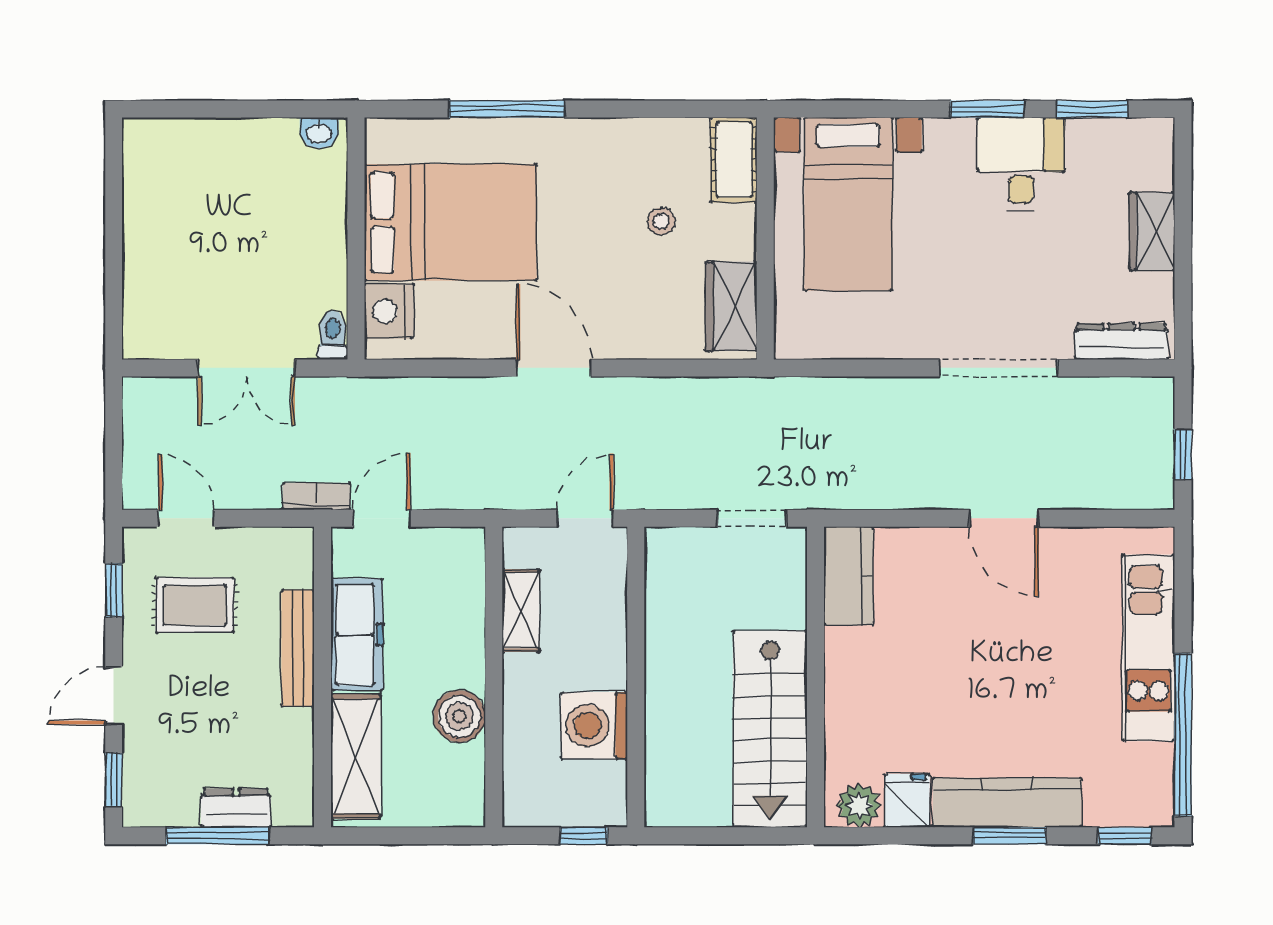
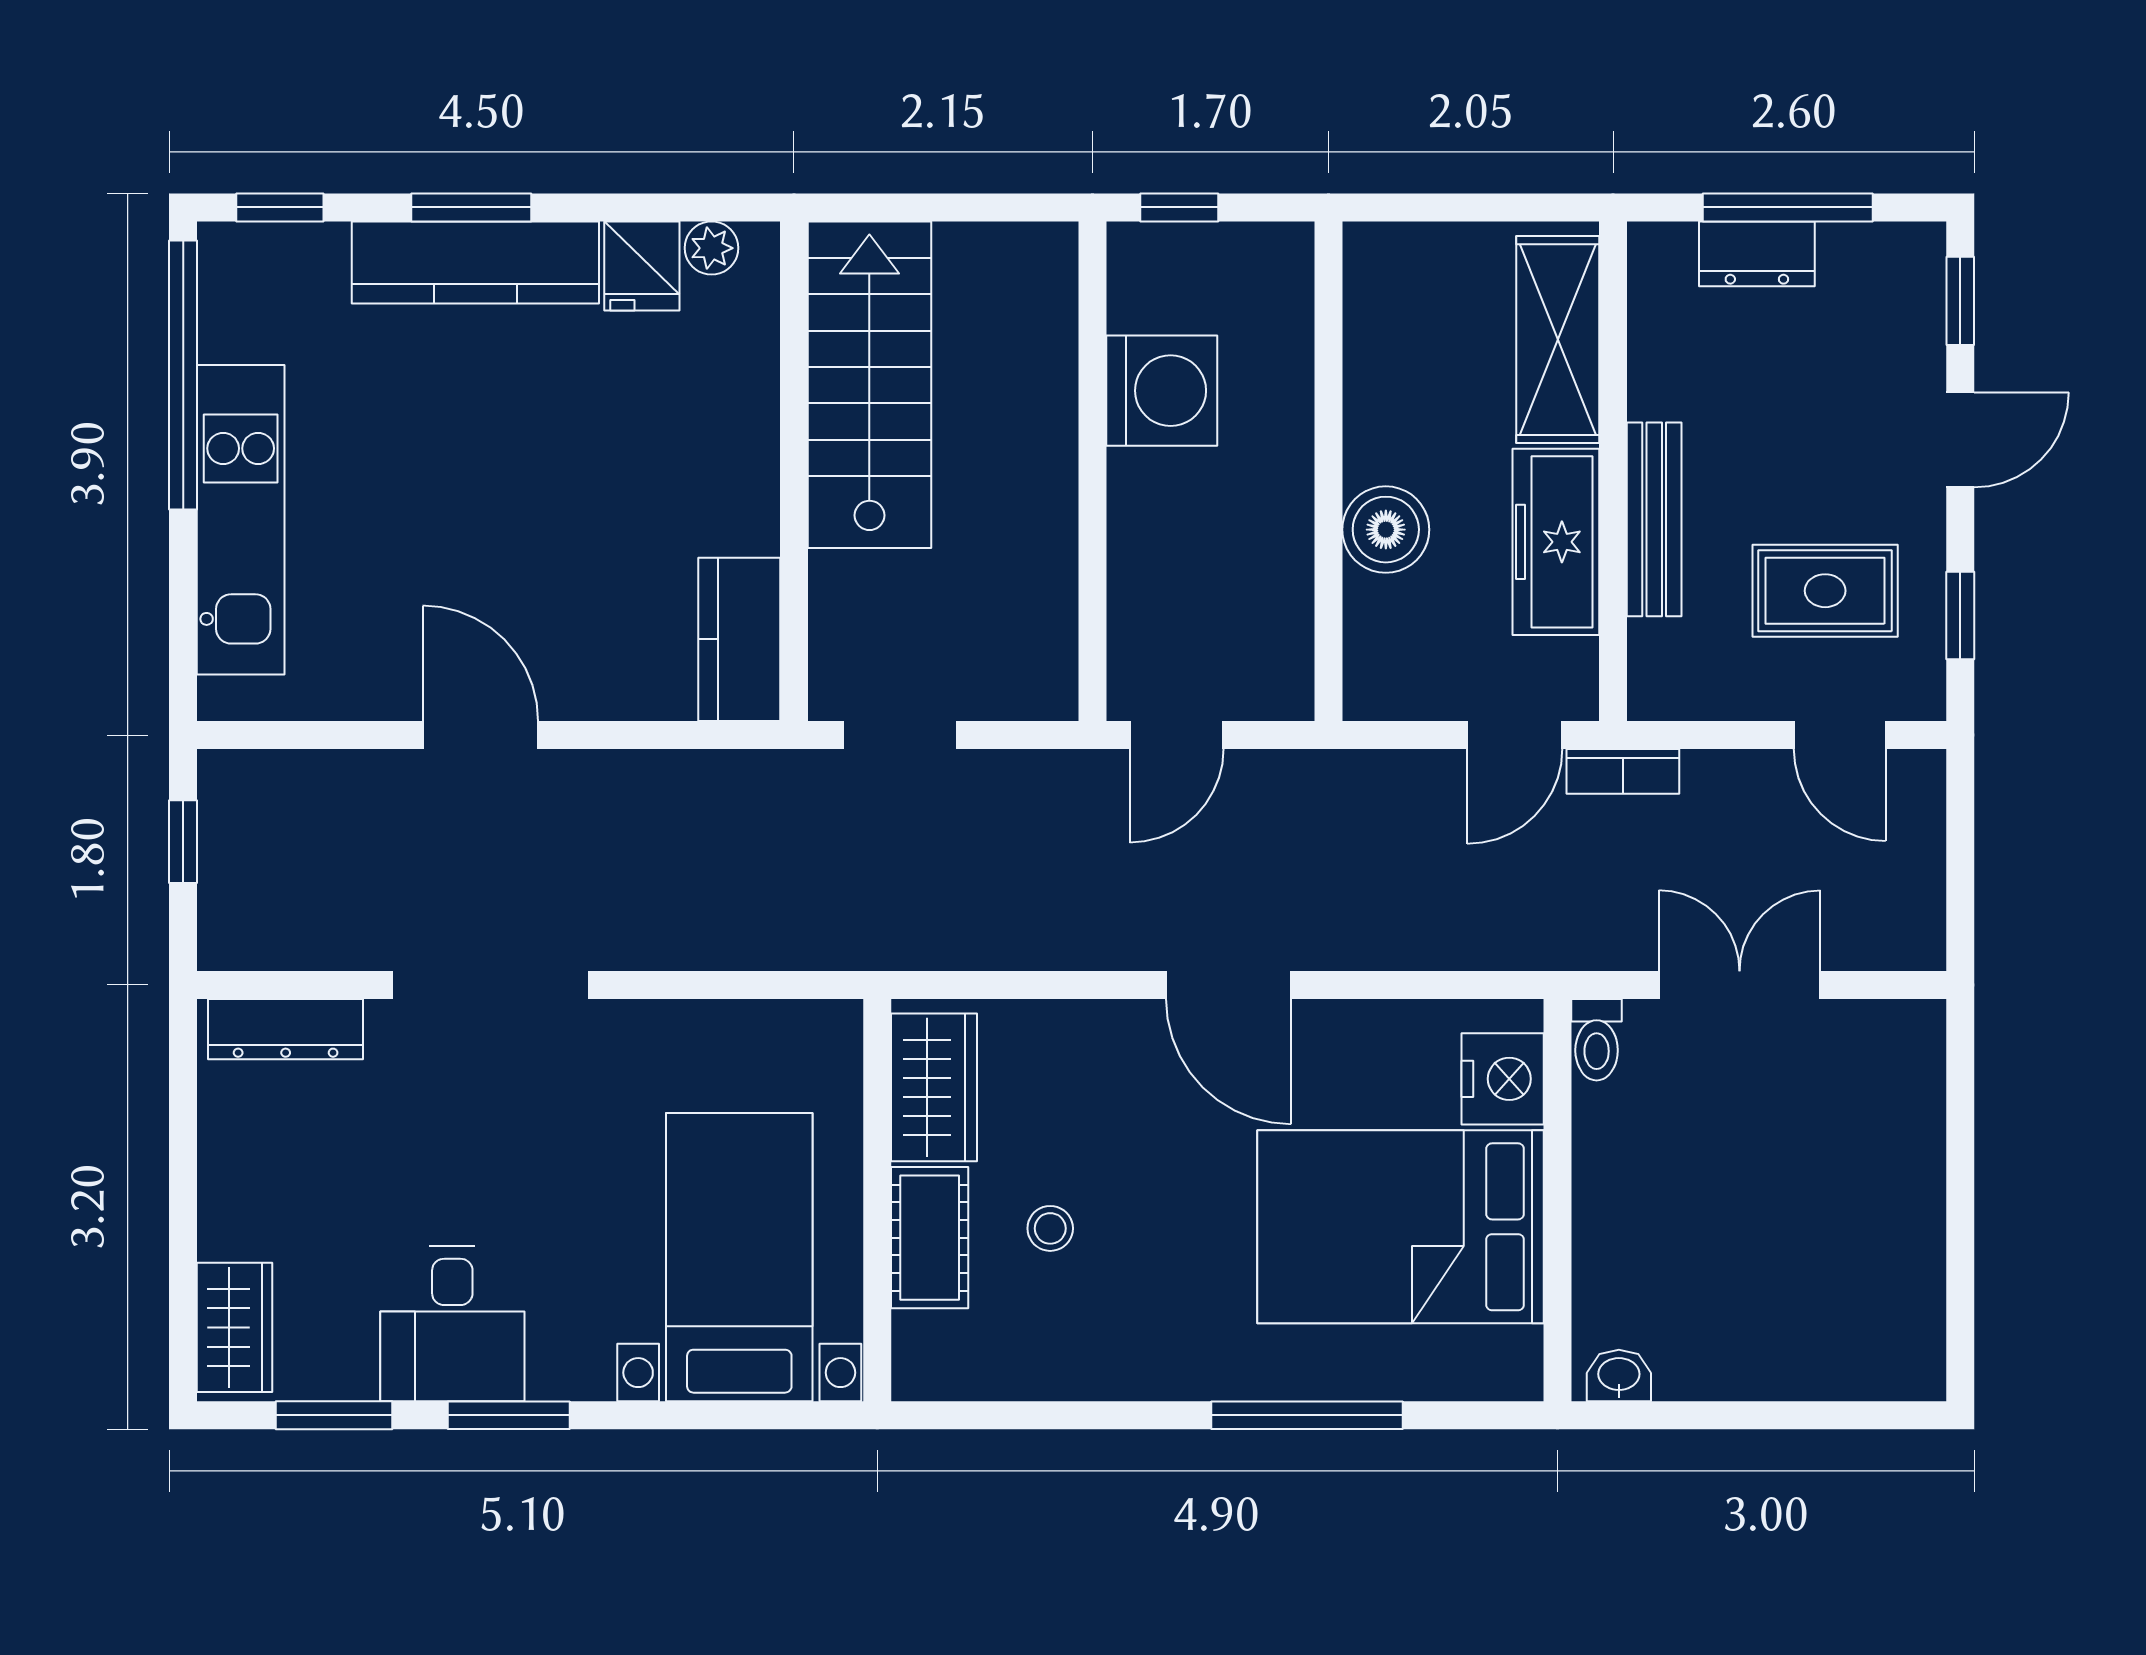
cot: (734, 160) -> (930, 1238), moved
wardrobe: (1152, 231) -> (235, 1327), moved
shelving: (521, 610) -> (1284, 582), removed
boiler: (459, 716) -> (1386, 530), moved
plant: (859, 805) -> (712, 248), width x0.73, depth x0.73

